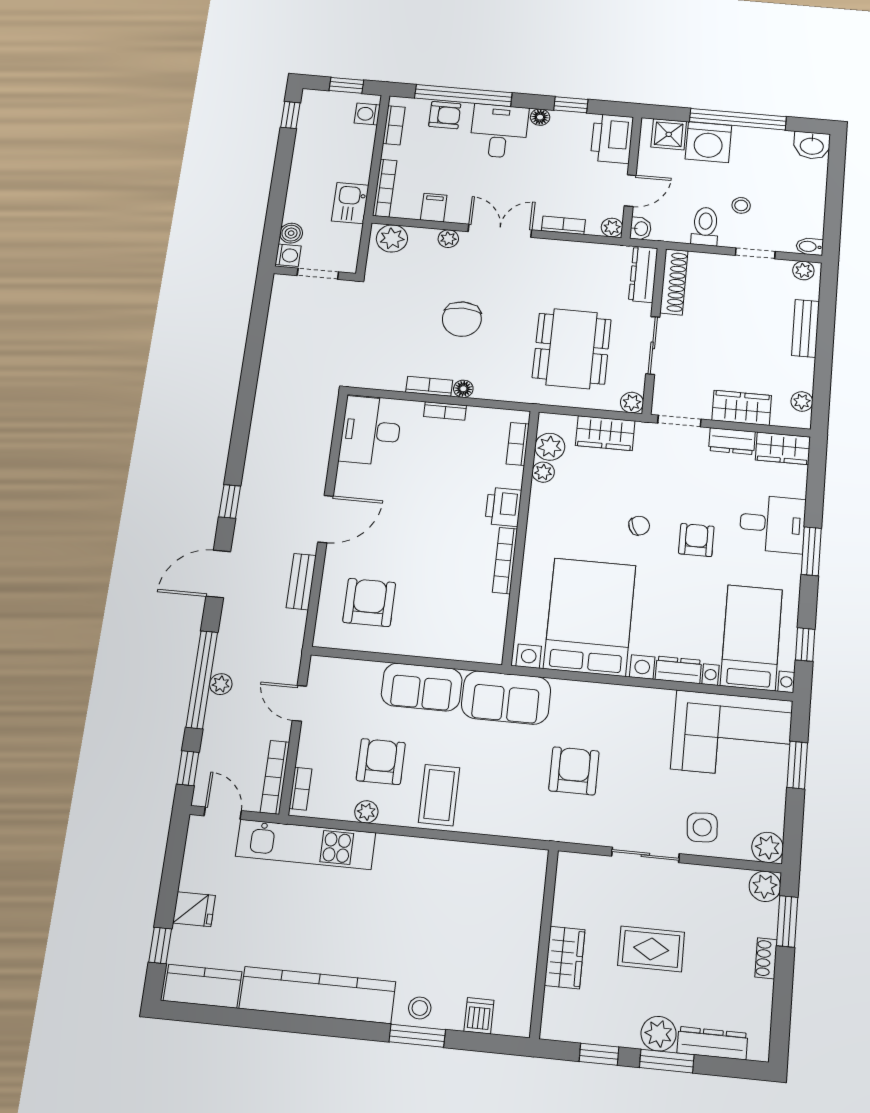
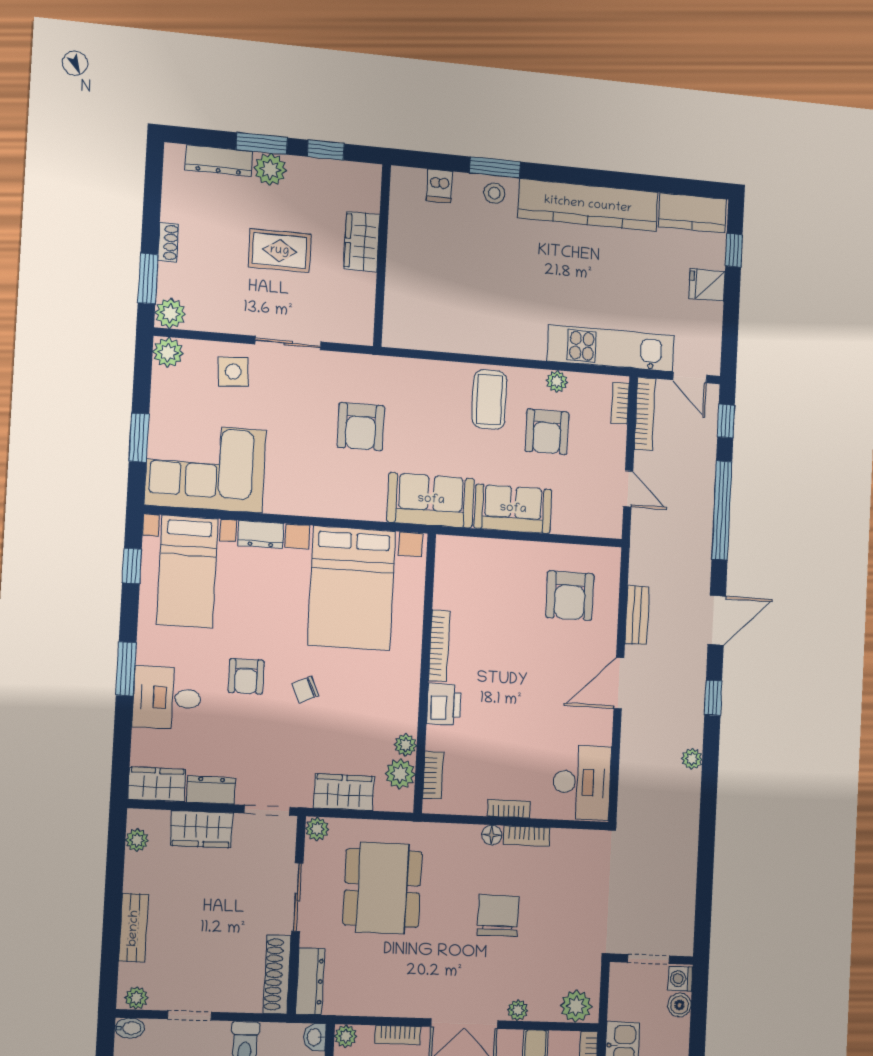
plant: (221, 684) -> (692, 759), moved

